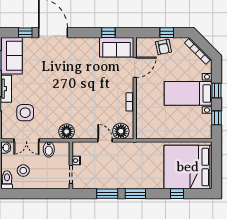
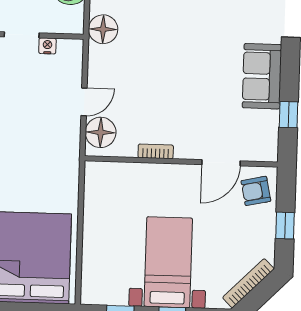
sofa: (117, 47) -> (262, 76), moved
armchair: (163, 47) -> (256, 191), moved
door: (135, 67) -> (221, 163), hinge flipped

